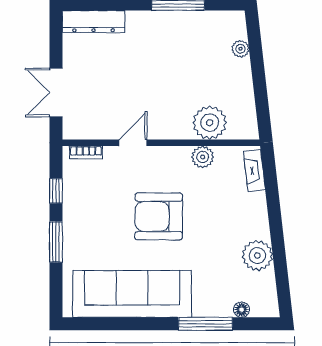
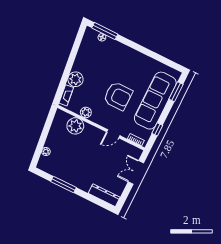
double door: (56, 93) -> (136, 172), swing flipped
window: (56, 242) -> (176, 92), moved
plant: (257, 255) -> (75, 79), moved
sofa: (132, 294) -> (155, 101), moved, turned 90
window: (205, 324) -> (105, 31), moved

